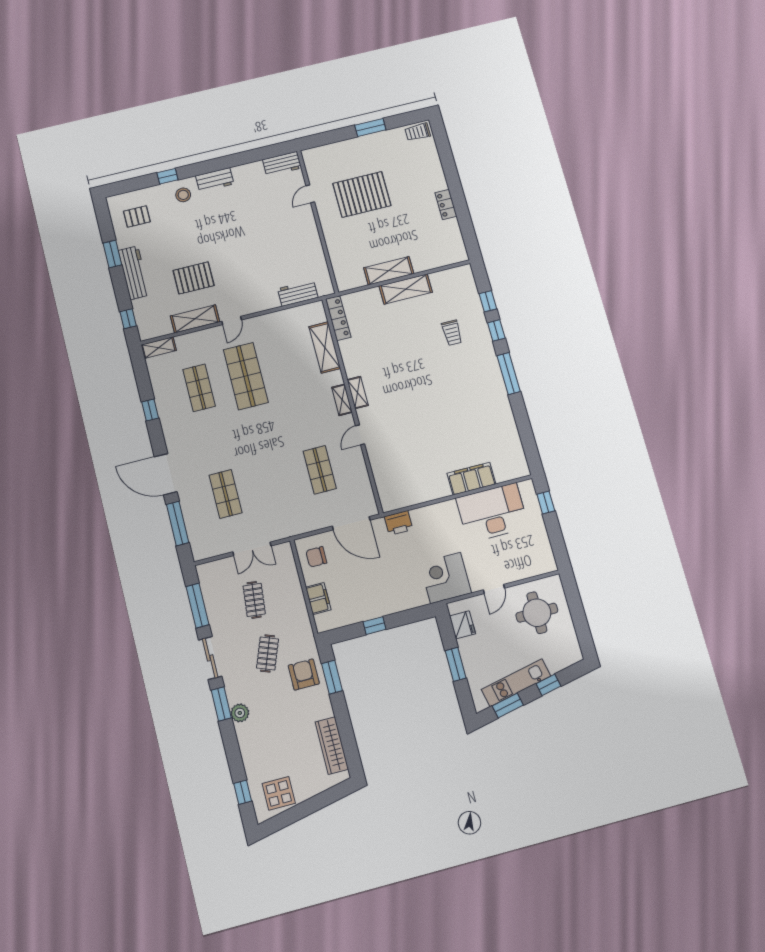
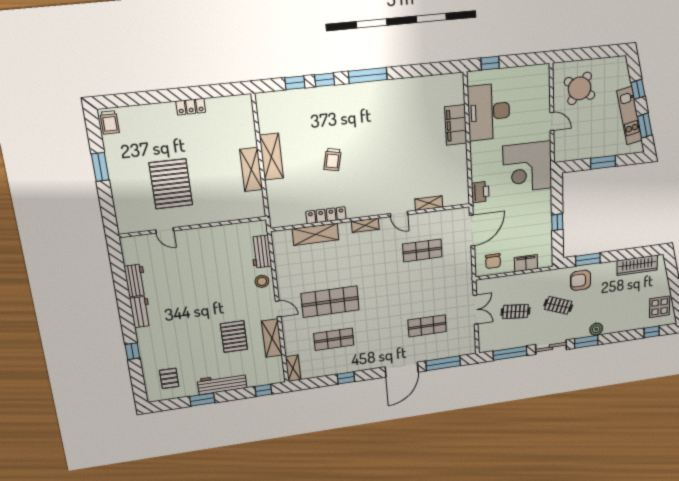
workbench: (282, 164) -> (135, 281), moved
stool: (183, 195) -> (262, 281), moved
locker: (338, 318) -> (326, 215), moved
trolley: (452, 333) -> (333, 160), moved, turned 102
shelving: (358, 393) -> (429, 203), moved
corner desk: (445, 578) -> (527, 167), width x1.36, depth x1.36
round table: (537, 613) -> (580, 88), turned 35
fridge: (462, 625) -> (574, 152), removed

